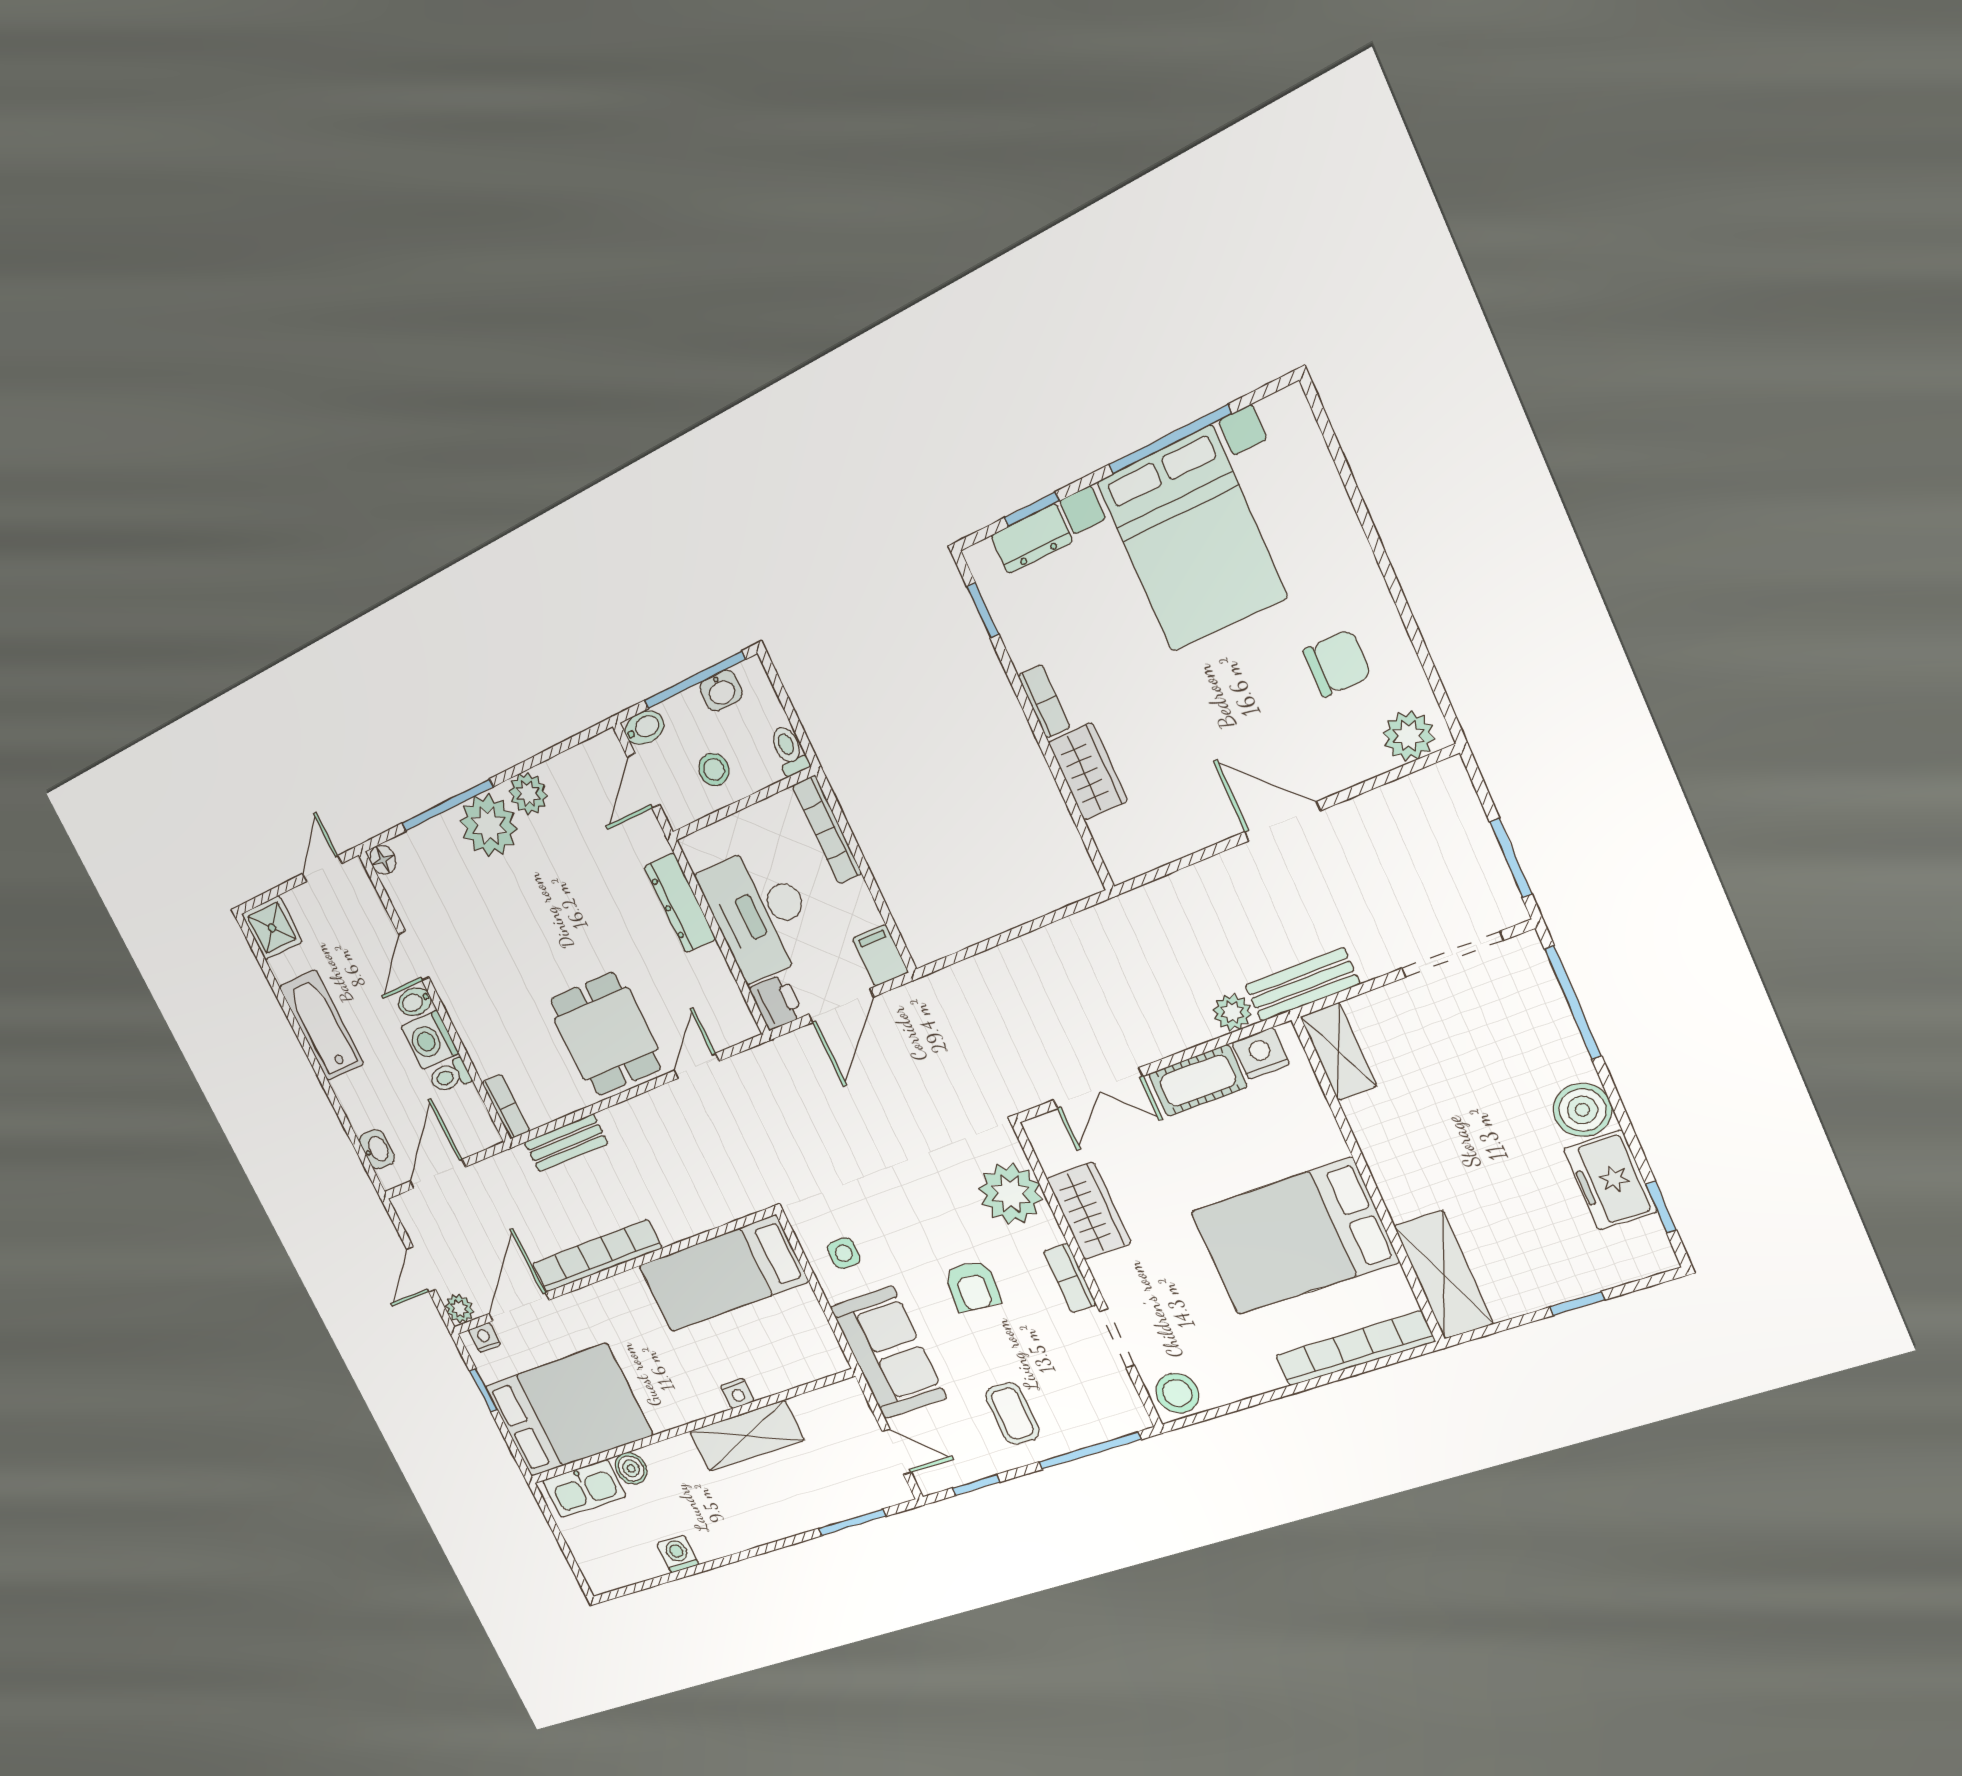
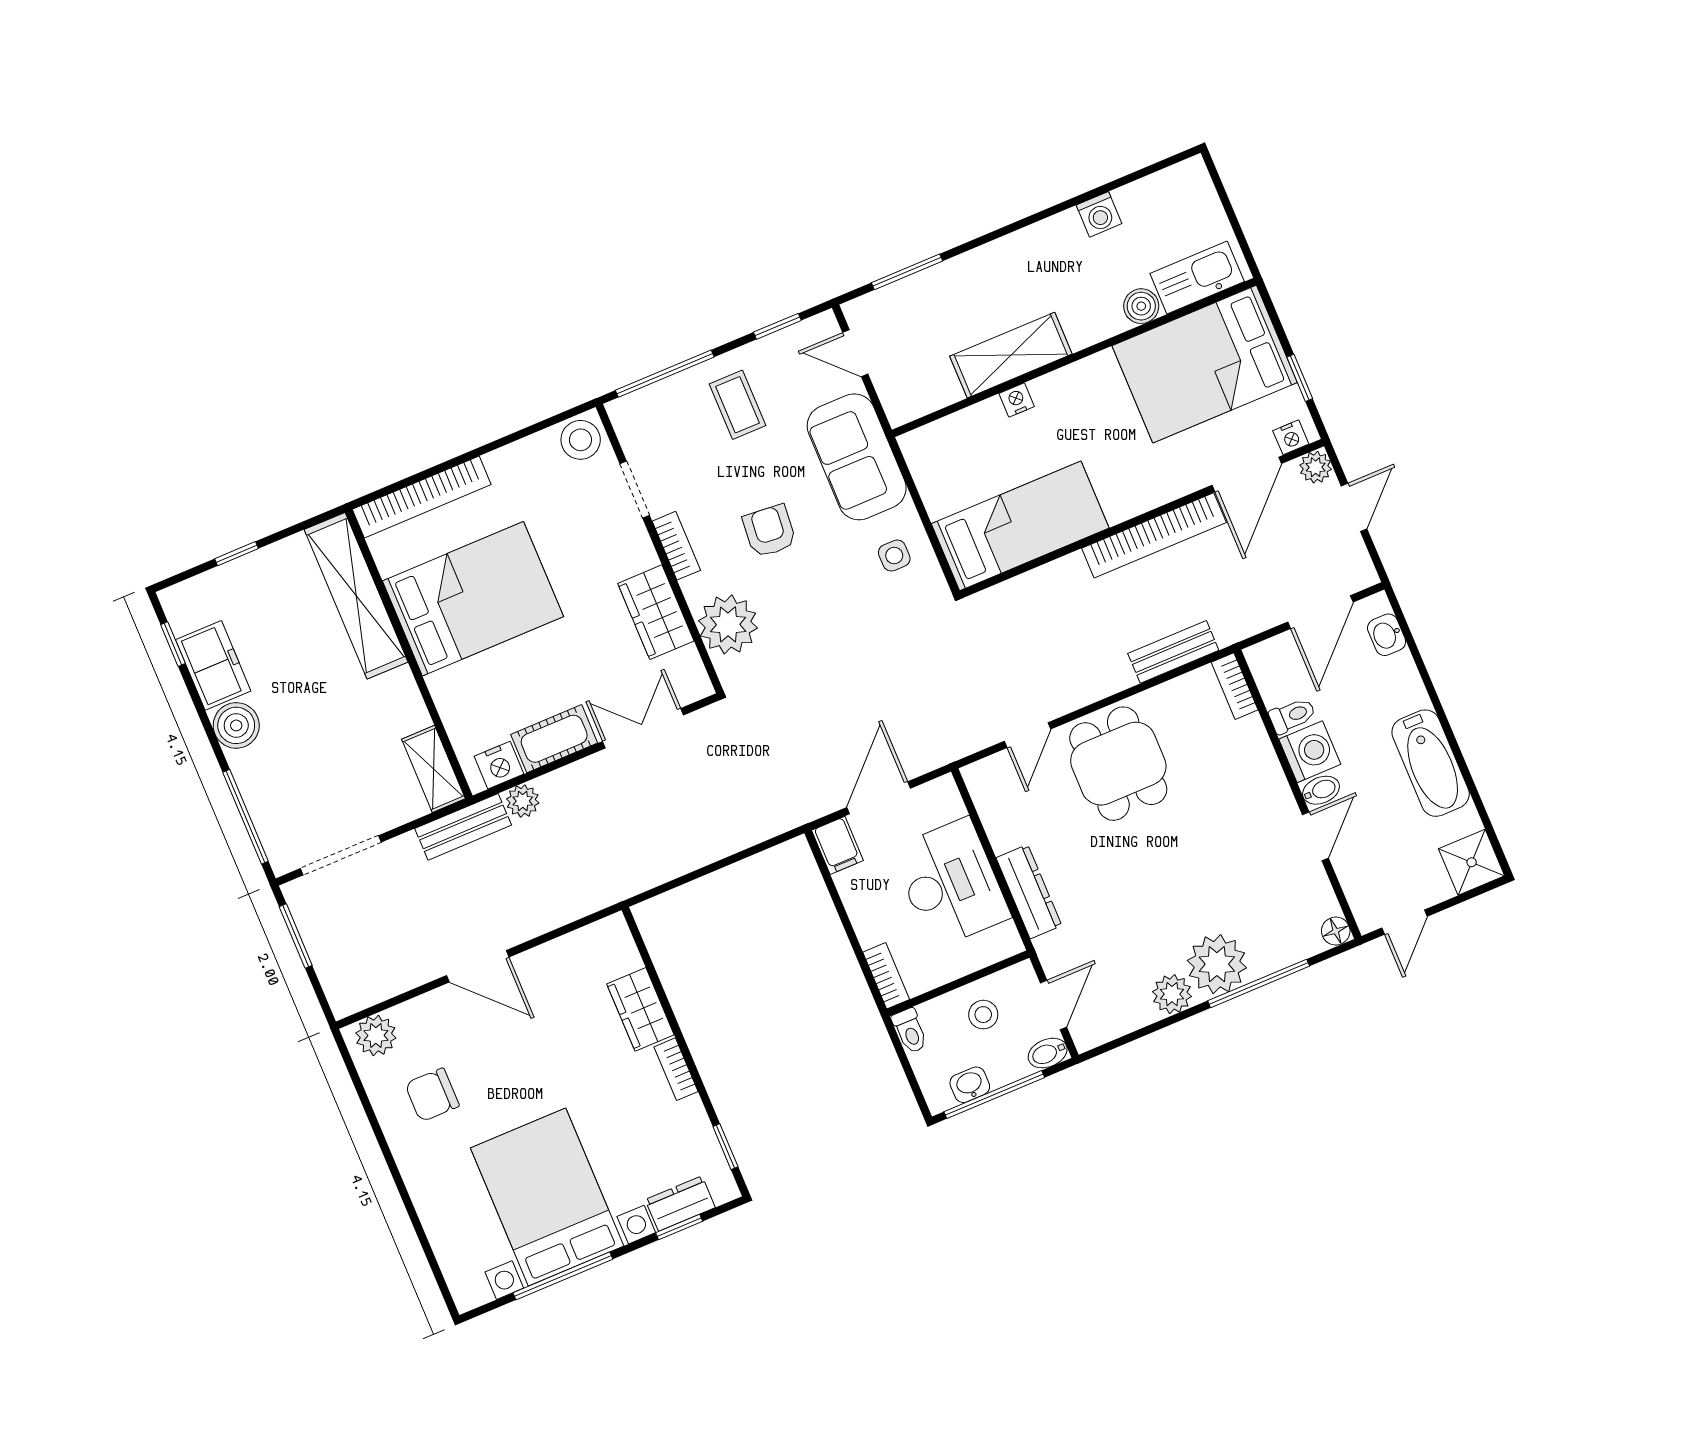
bookcase: (827, 830) -> (886, 976), width x0.64
printer: (777, 1002) -> (941, 799), removed
shelving: (1444, 1275) -> (356, 596), width x1.47

